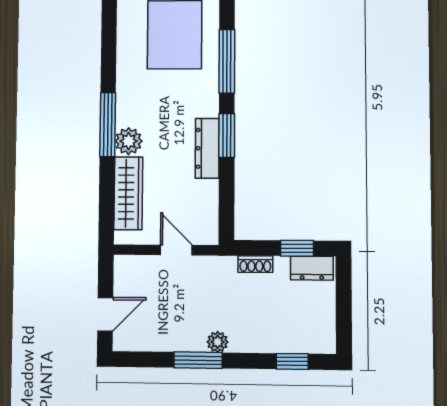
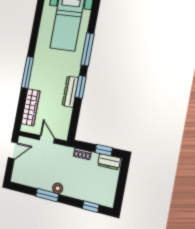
plant: (129, 141) -> (35, 82), removed
door: (105, 314) -> (13, 150), moved

